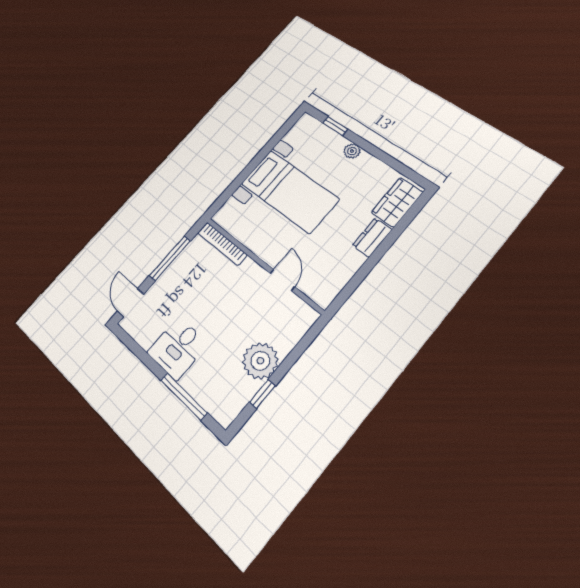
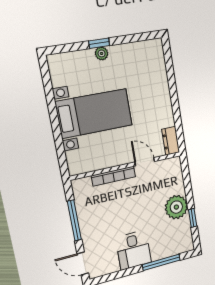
window: (335, 126) -> (99, 43), moved
wardrobe: (397, 202) -> (155, 60), removed
dresser: (372, 238) -> (171, 141), moved
bookcase: (222, 244) -> (113, 176), moved

